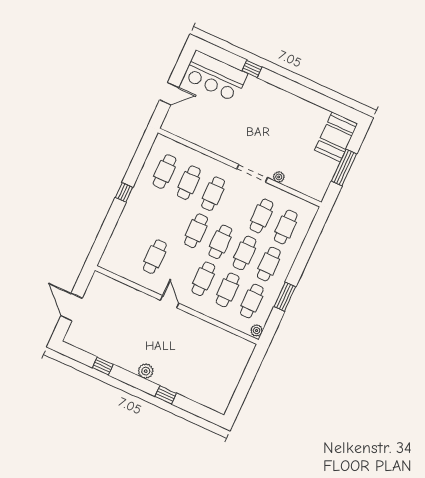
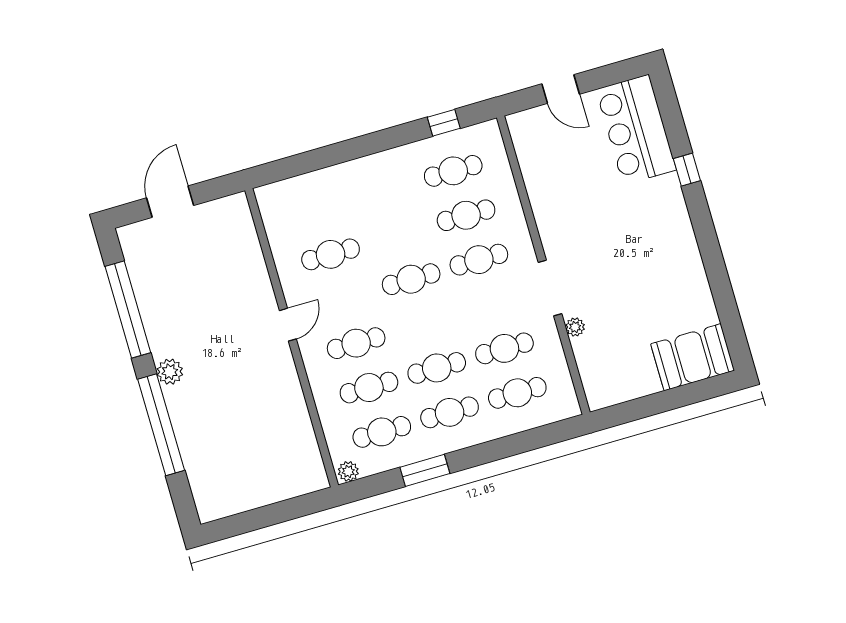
window: (344, 167) -> (661, 402), removed
window: (124, 192) -> (444, 123), moved
cafe table: (220, 242) -> (424, 324), removed
window: (103, 366) -> (128, 310), width x3.17
window: (166, 395) -> (161, 425), width x3.17

